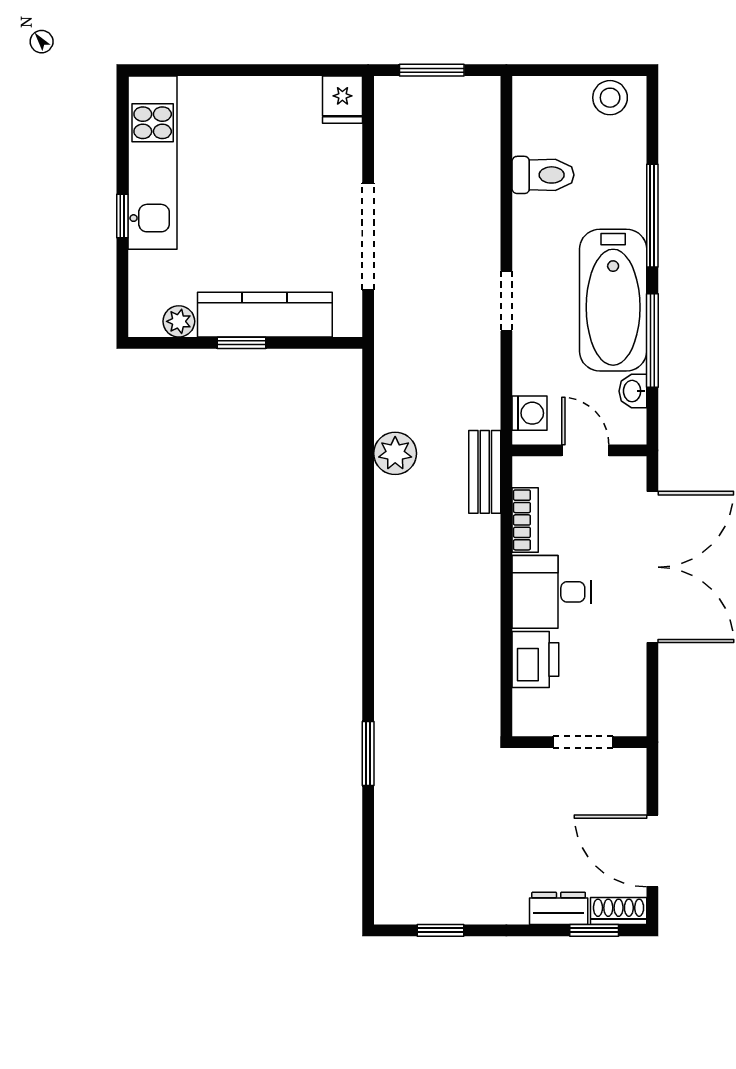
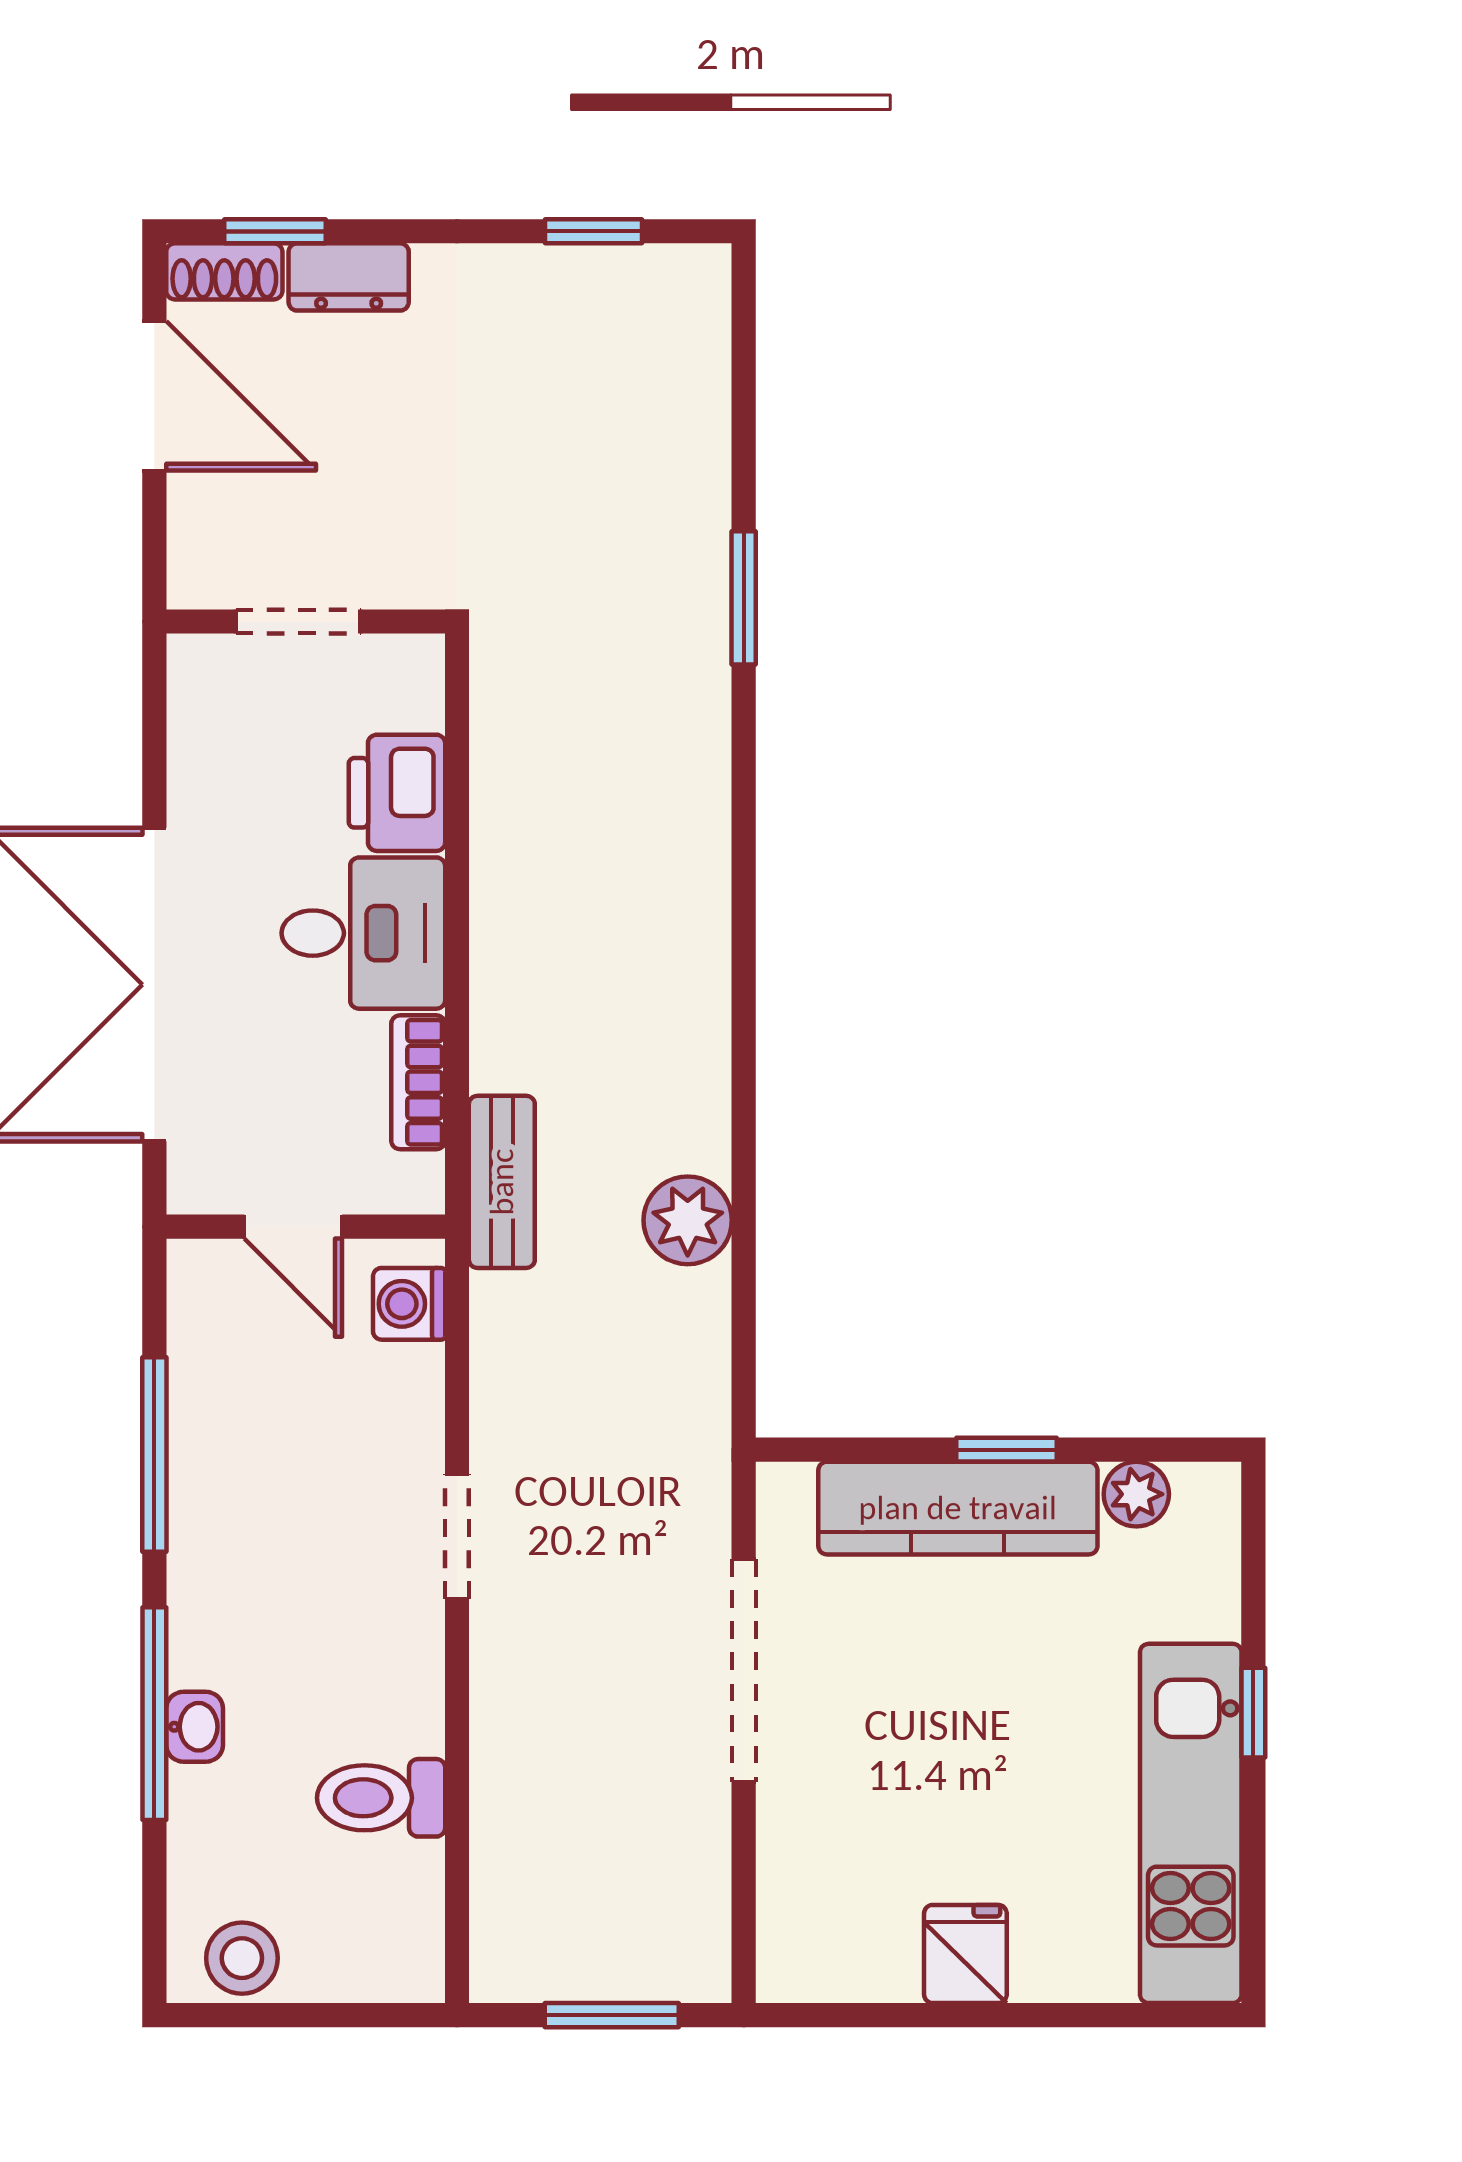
fridge: (342, 100) -> (965, 1954), moved
bathtub: (613, 300) -> (236, 1538), removed
washbasin: (633, 391) -> (195, 1727), moved

